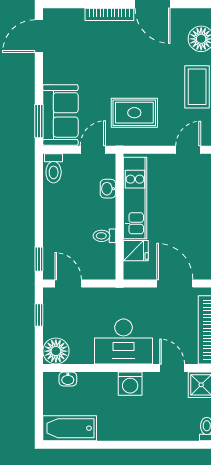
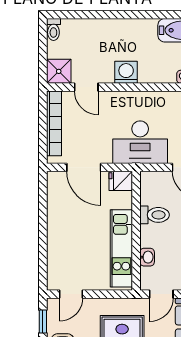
toilet: (104, 236) -> (154, 215), width x1.37, depth x1.39
fridge: (136, 251) -> (121, 181), moved
desk: (123, 341) -> (140, 142), moved, turned 180

